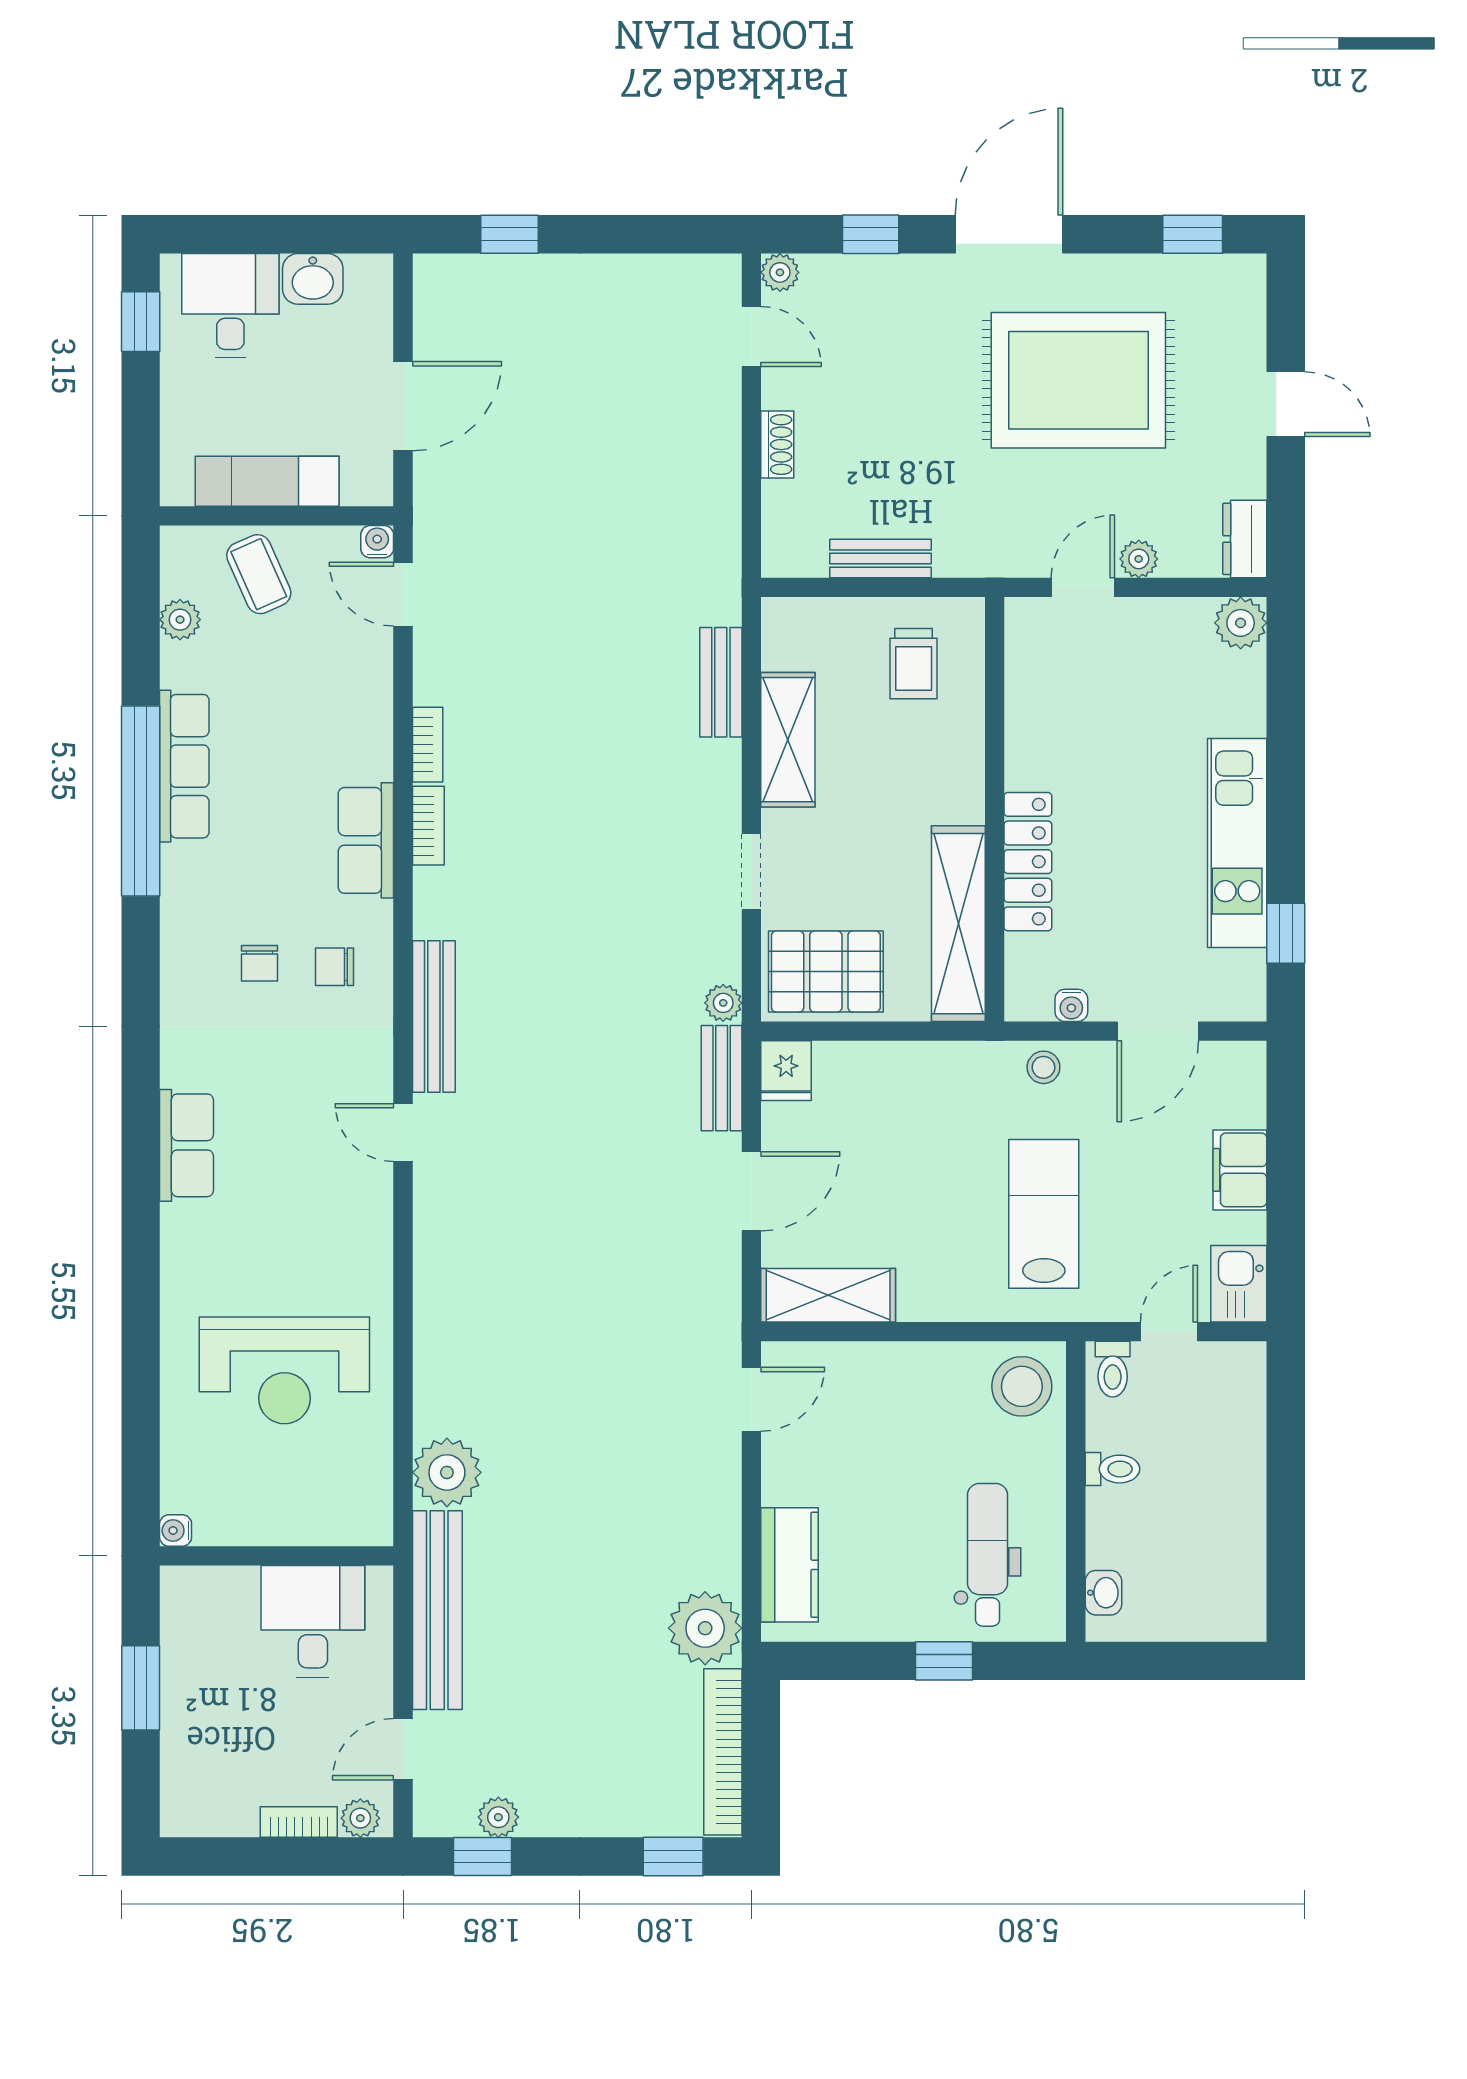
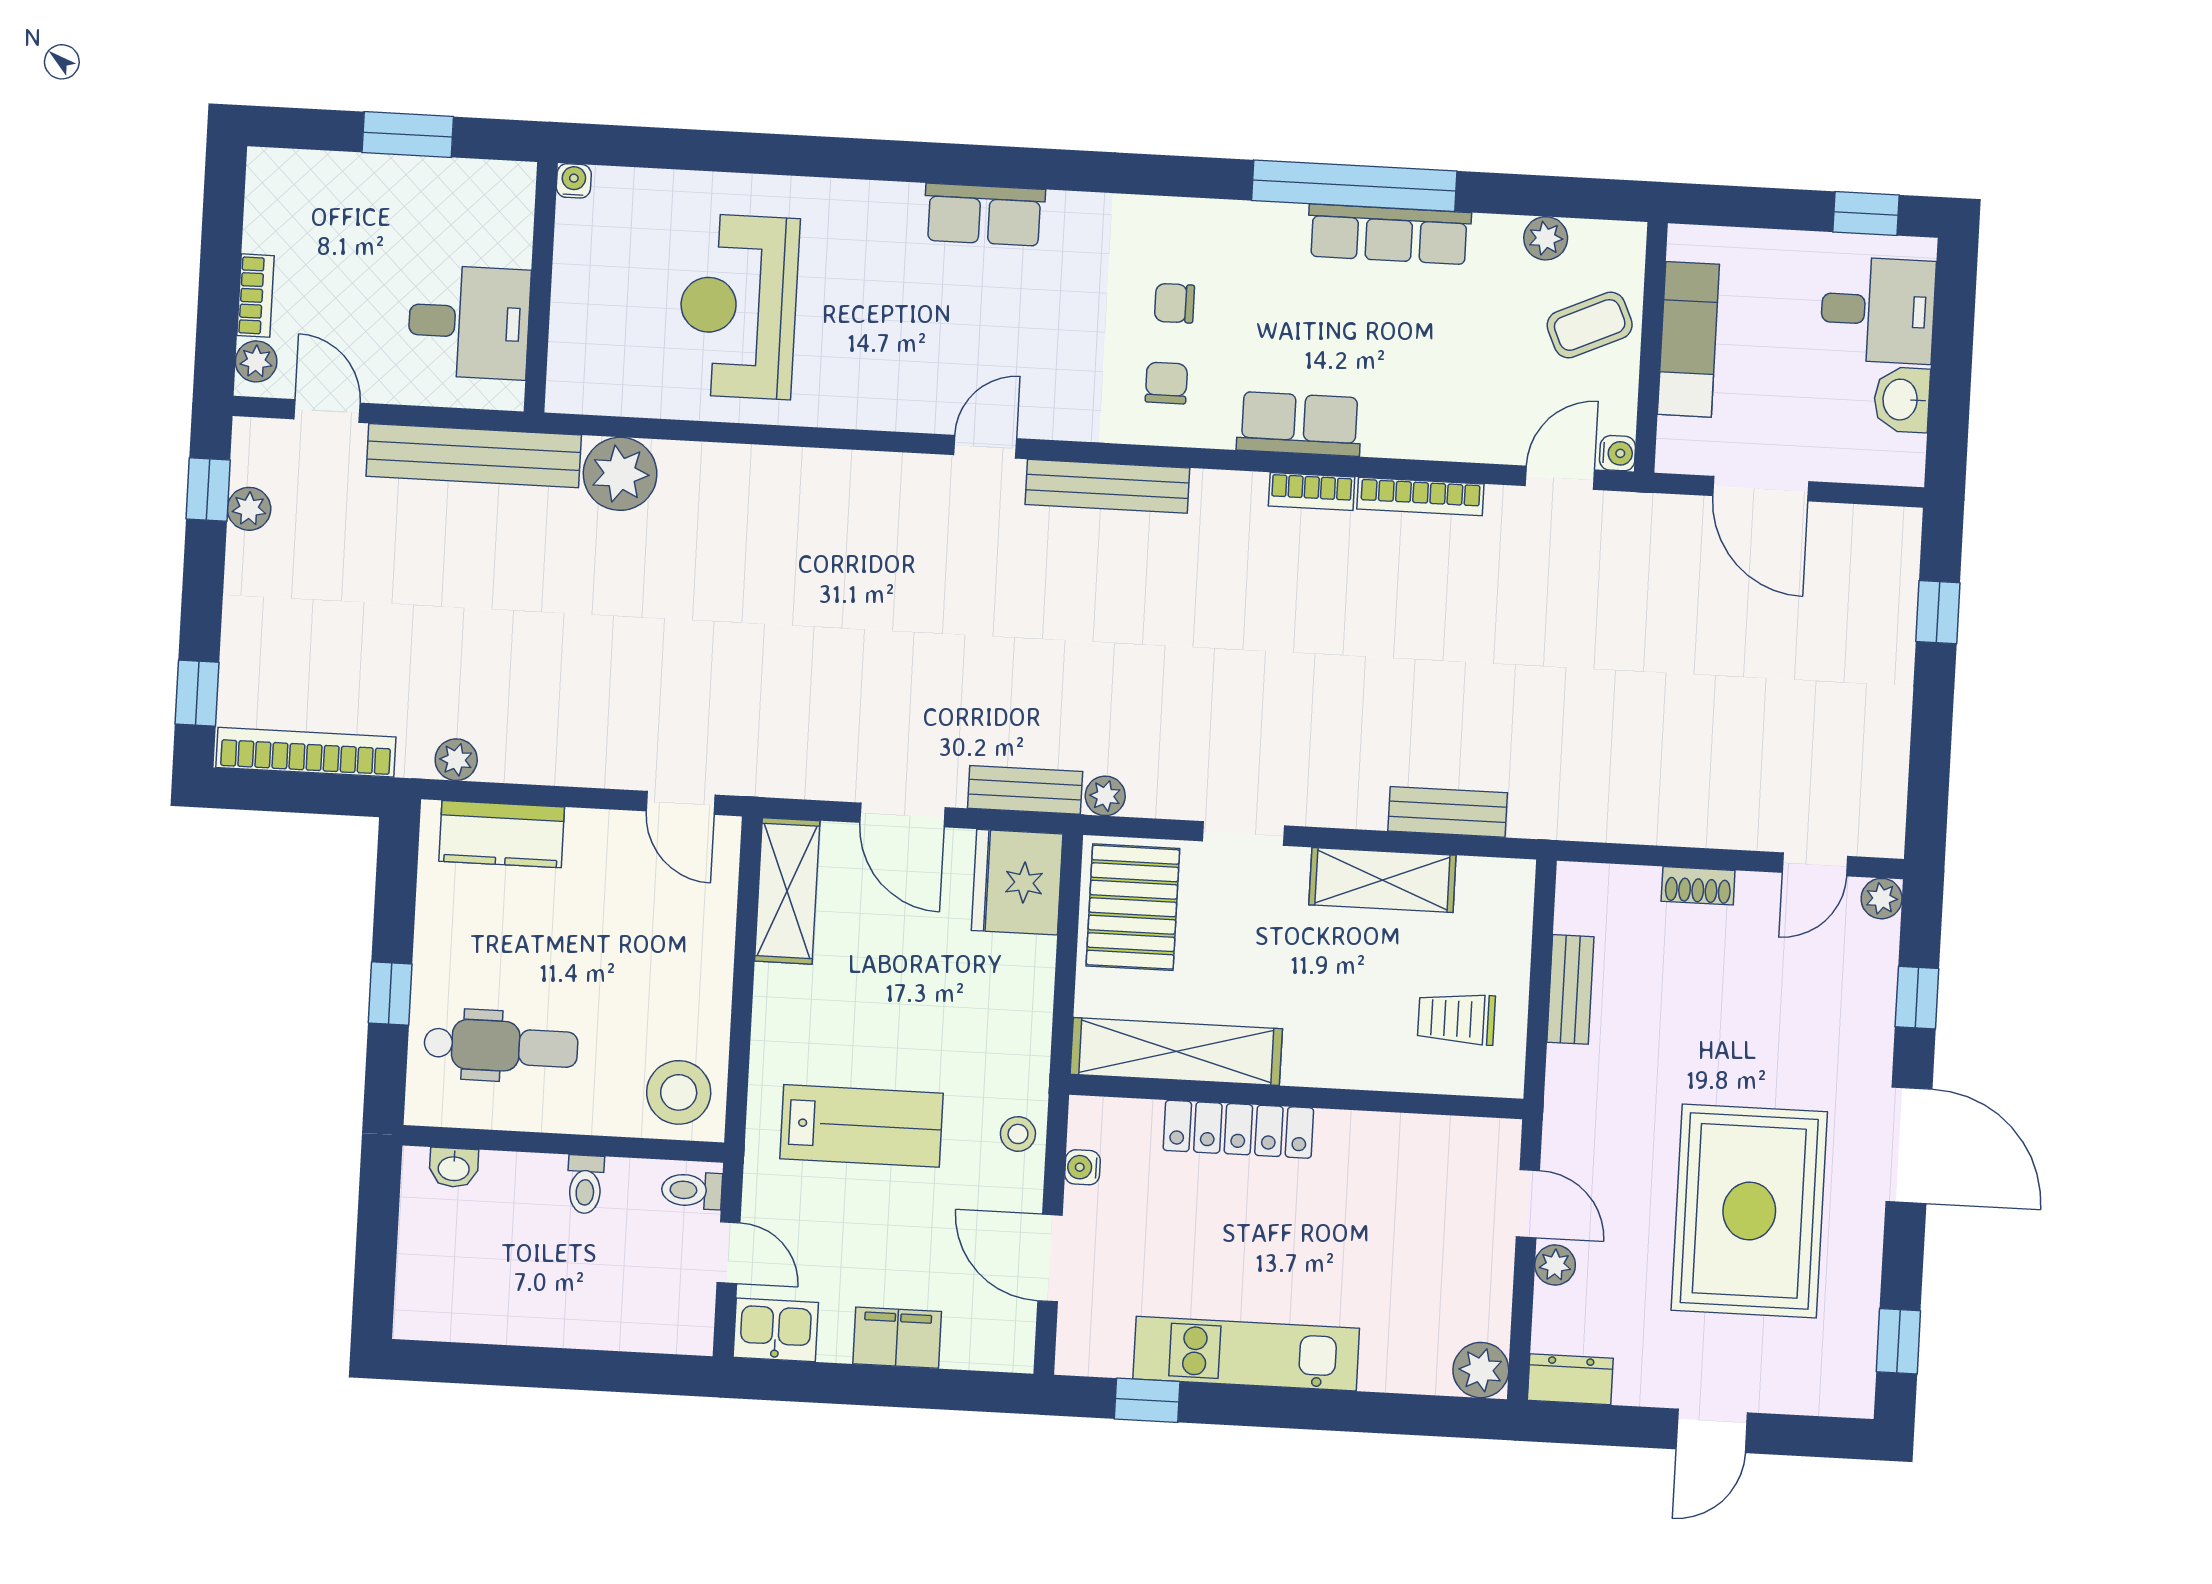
bookcase: (428, 745) -> (1420, 496), width x1.56
fridge: (786, 1071) -> (1017, 882), width x1.88, depth x1.34
plant: (705, 1628) -> (456, 760), width x0.53, depth x0.53

